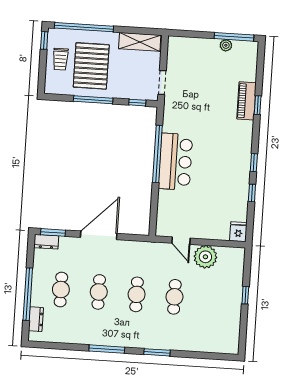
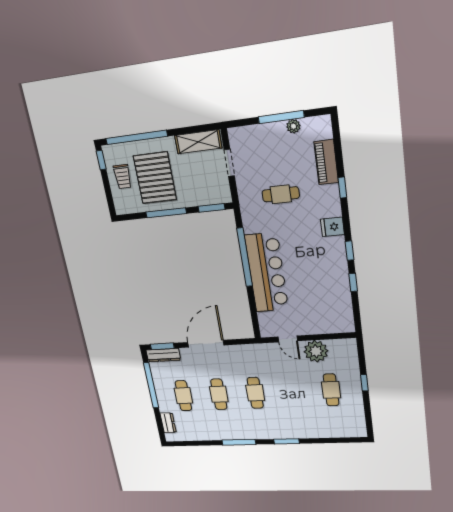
window: (234, 37) -> (281, 117), moved
doorway: (162, 83) -> (229, 163), moved
cafe table: (203, 101) -> (281, 194), added
piano: (246, 101) -> (326, 162), moved
window: (137, 103) -> (211, 208), width x1.50
bar counter: (175, 162) -> (267, 273), width x1.36
fridge: (238, 232) -> (332, 227), moved, turned -90
dresser: (46, 242) -> (163, 355), width x1.44
window: (28, 294) -> (151, 385), moved
cafe table: (174, 297) -> (331, 390), moved

